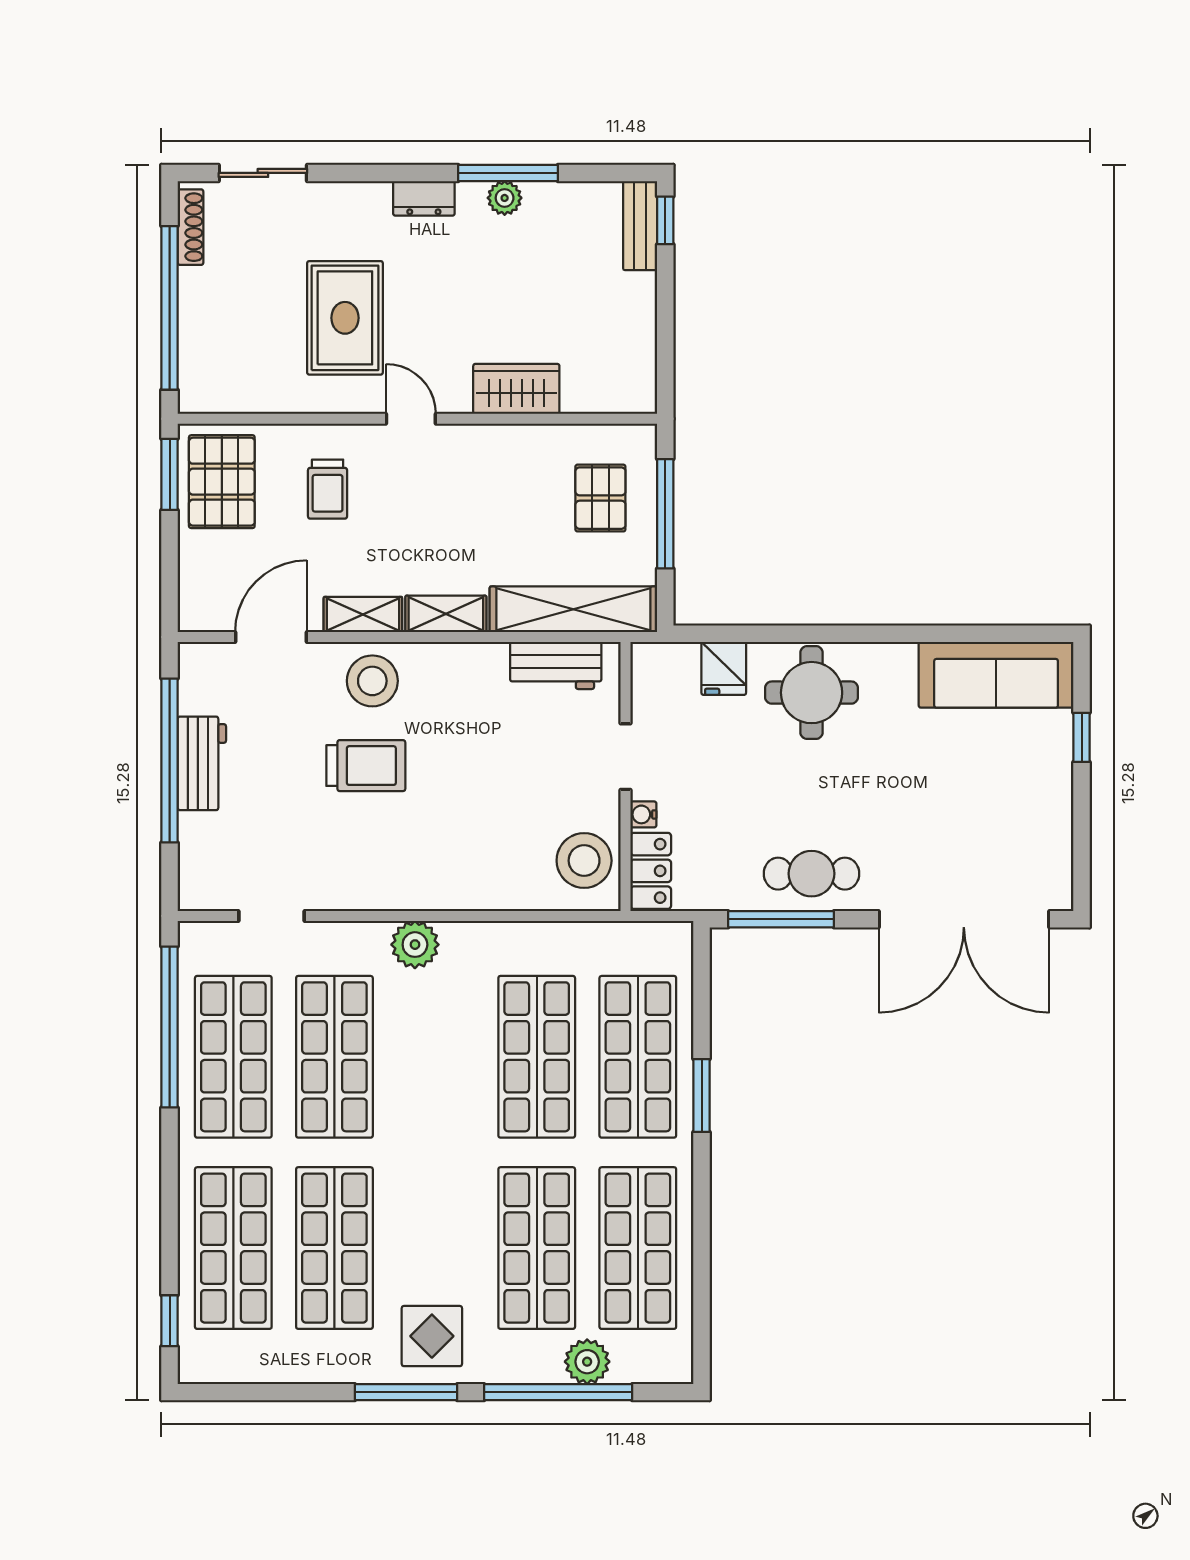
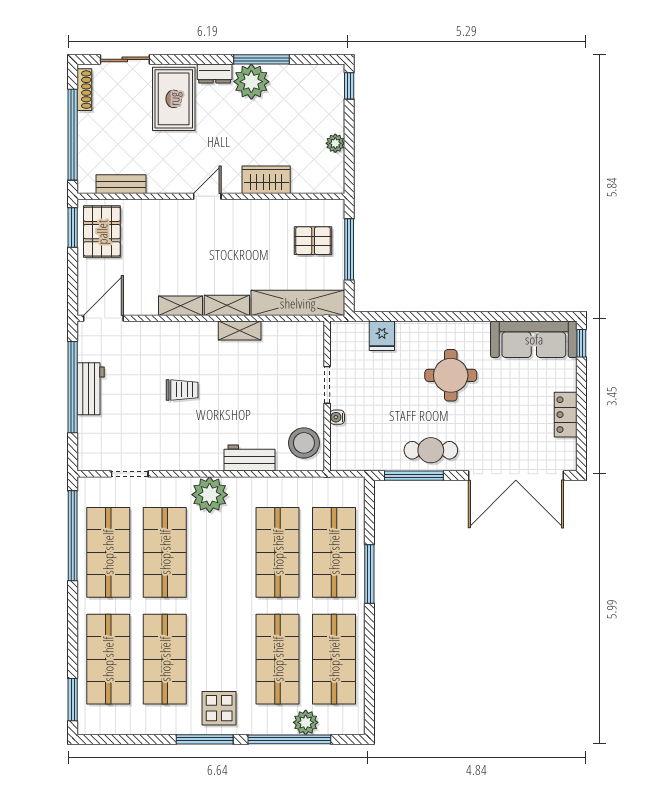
plant: (505, 198) -> (251, 82), width x1.88, depth x1.88
bench: (640, 226) -> (121, 184), moved, turned 90
rug: (345, 318) -> (174, 99), moved
plant: (640, 323) -> (335, 143), added
door: (411, 419) -> (207, 196), hinge flipped
trolley: (328, 489) -> (161, 236), removed
pallet: (600, 498) -> (313, 241), turned 90
door: (271, 637) -> (103, 318), moved
shelving: (469, 659) -> (240, 331), added
workbench: (556, 665) -> (250, 458), moved, turned 180
stool: (372, 681) -> (186, 343), removed
round table: (812, 693) -> (451, 375), moved
window: (1082, 737) -> (581, 343), moved
trolley: (366, 766) -> (182, 390), width x0.73, depth x0.72
locker: (651, 871) -> (566, 415), moved, turned 180
plant: (415, 945) -> (210, 495), width x1.36, depth x1.36
window: (702, 1095) -> (369, 574), width x1.44
window: (170, 1321) -> (73, 700), width x1.50

